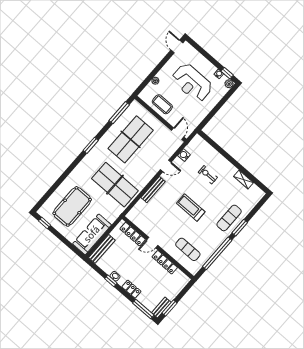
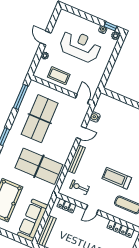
door: (177, 47) -> (46, 38), moved
reception desk: (192, 83) -> (80, 46), turned 180
exercise bike: (208, 175) -> (79, 187), moved
treadmill: (191, 208) -> (117, 178), moved
locker: (133, 234) -> (66, 206), width x0.66
locker: (165, 262) -> (121, 229), moved

